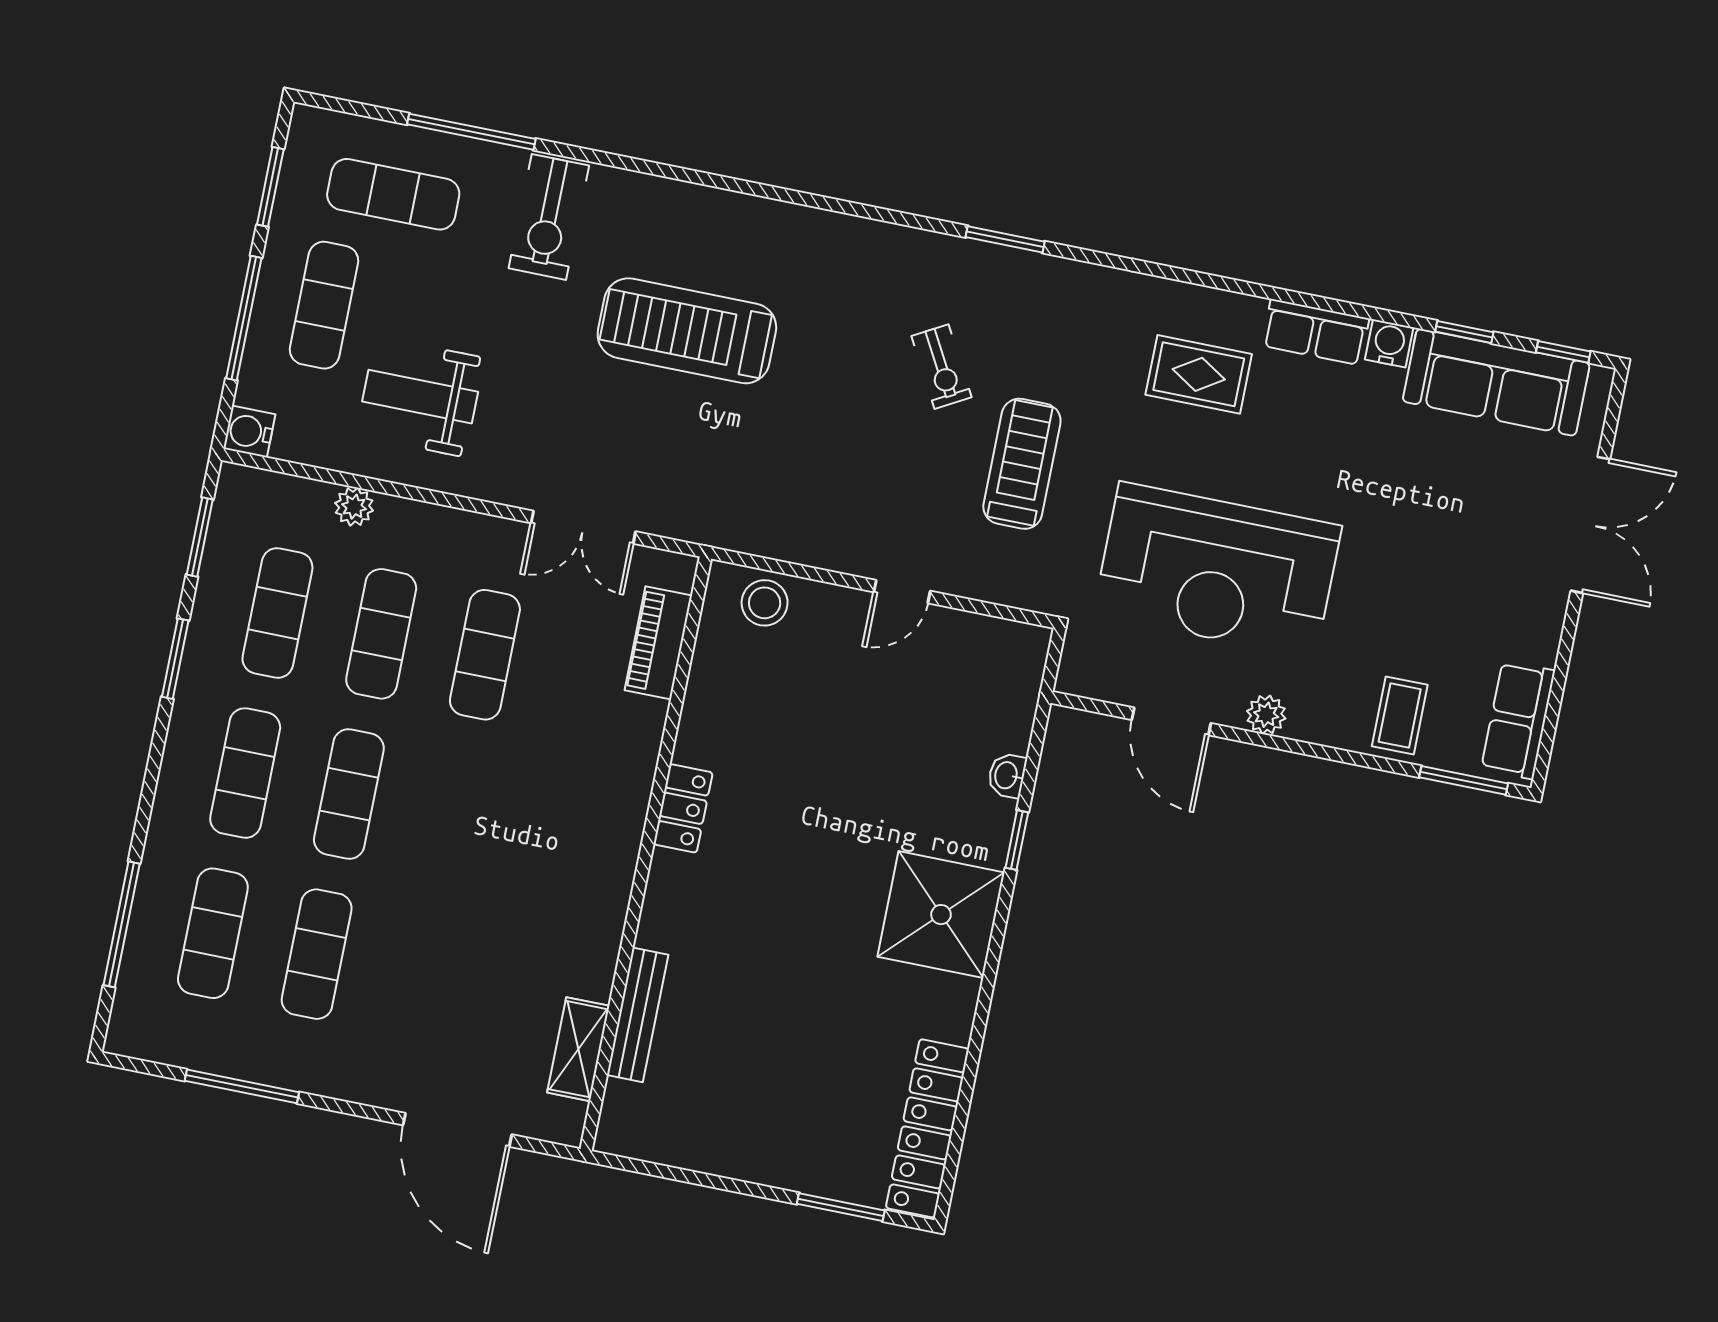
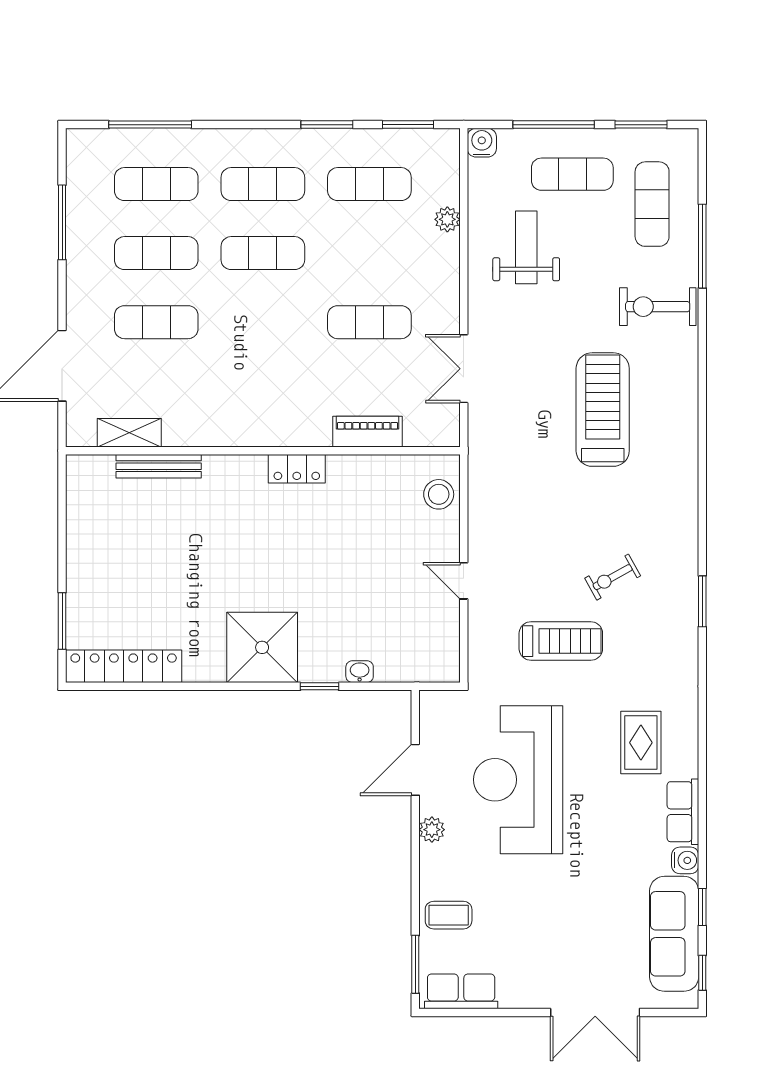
exercise mat: (381, 634) -> (156, 322), moved
piano: (658, 643) -> (368, 432), moved

